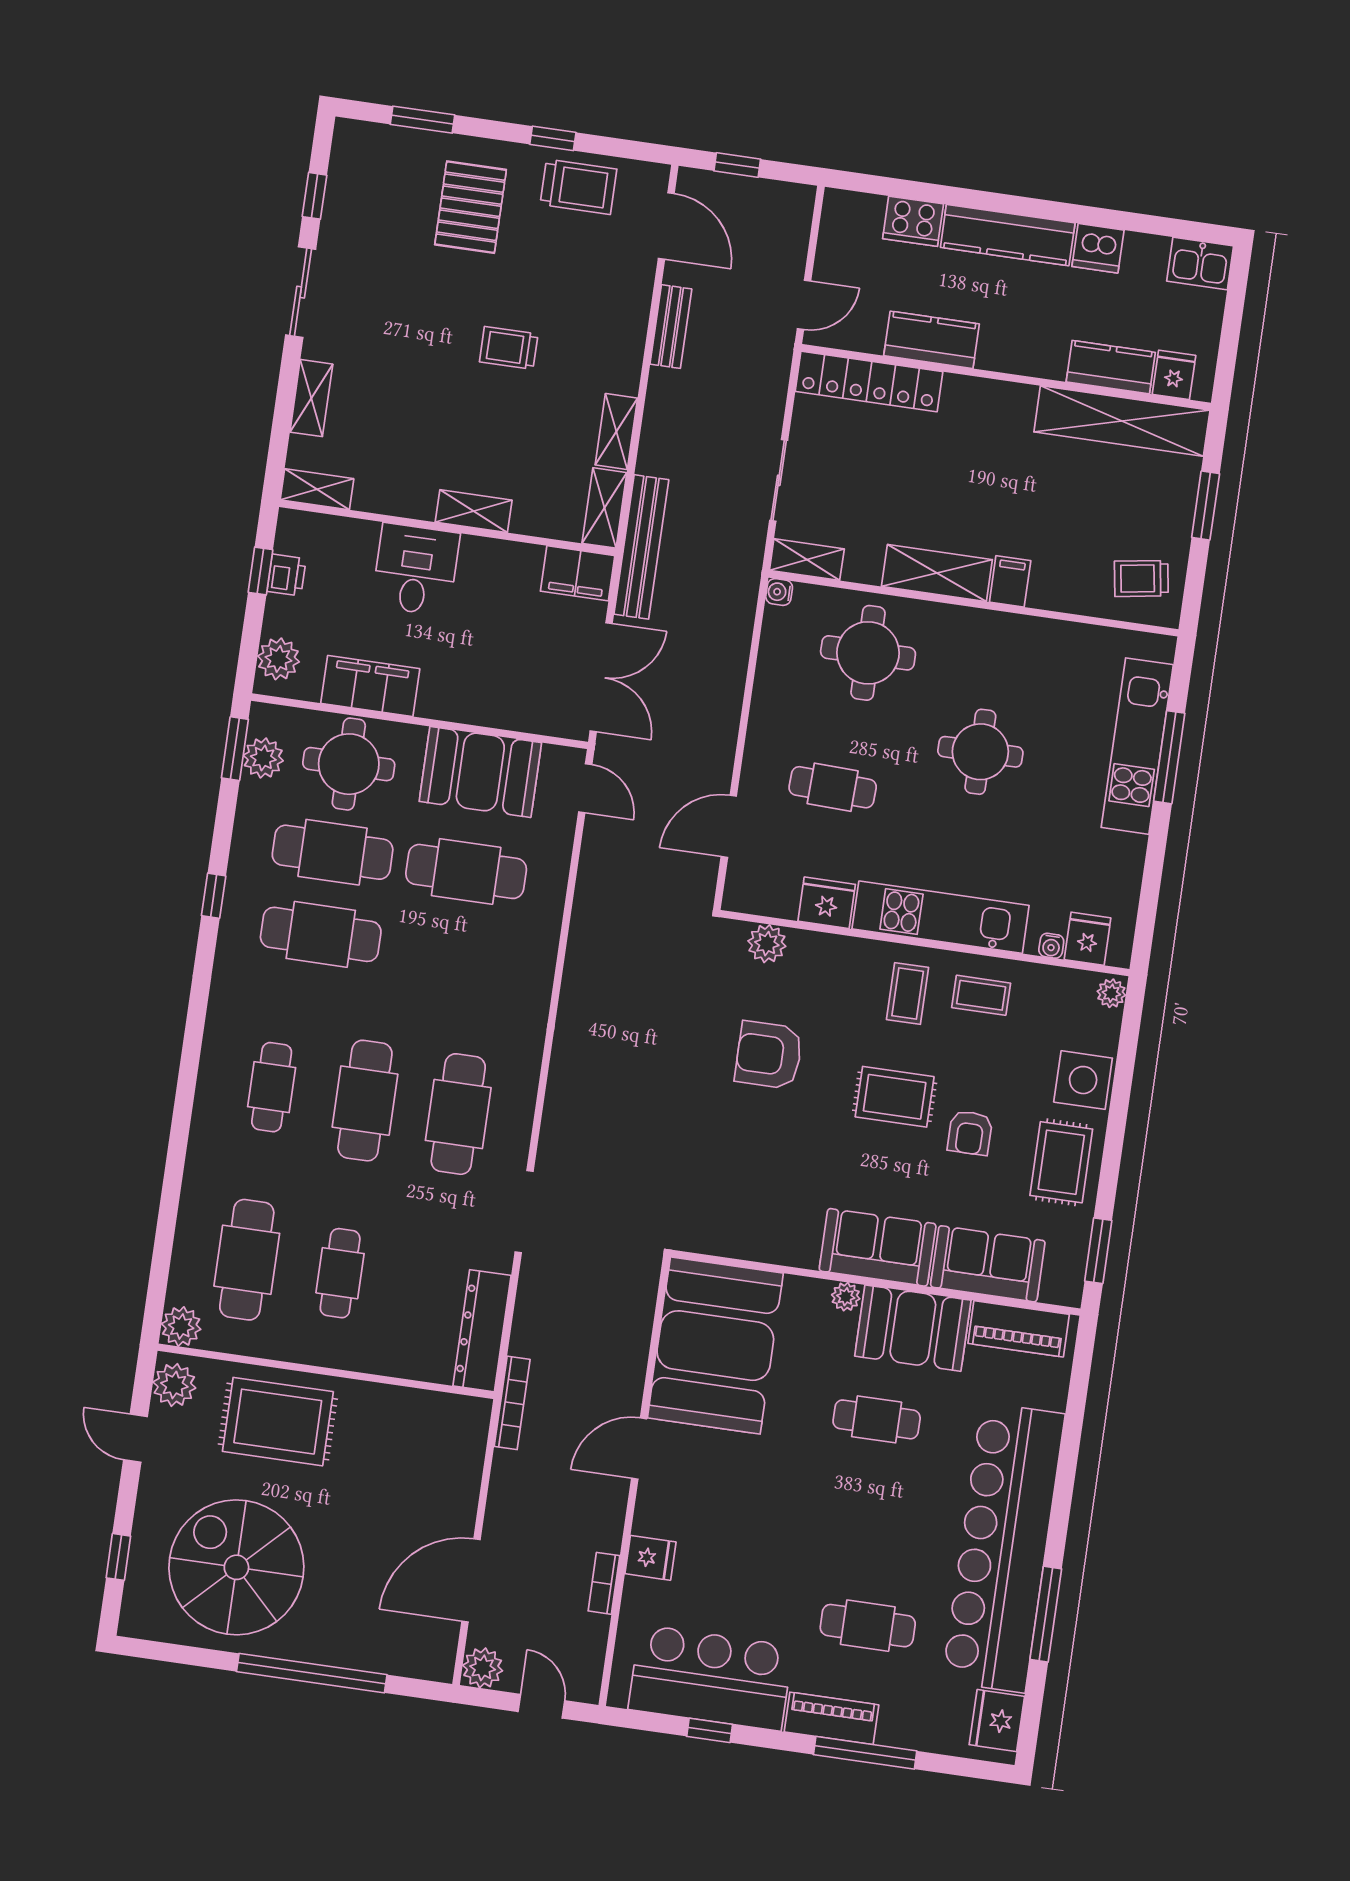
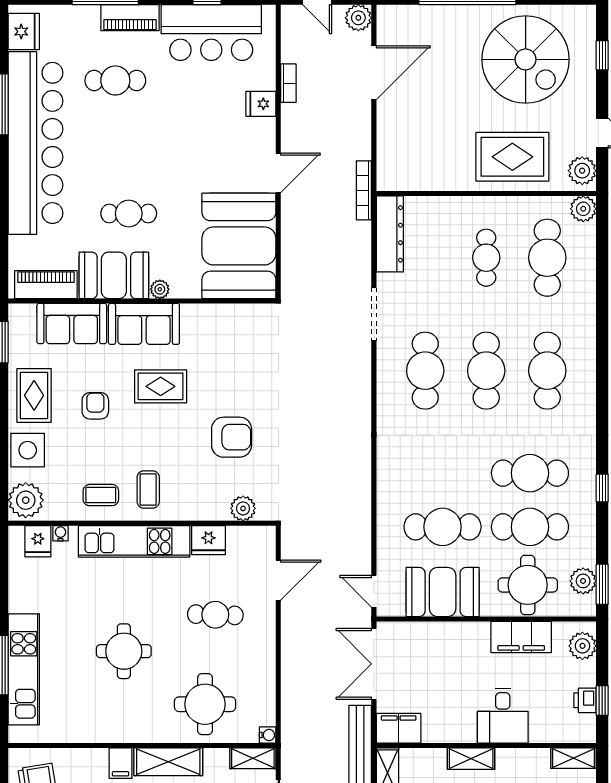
plant: (1111, 993) -> (26, 500), width x1.88, depth x1.88
cafe table: (272, 1087) -> (547, 371), width x1.37, depth x1.35
rug: (895, 1097) -> (161, 386), moved

